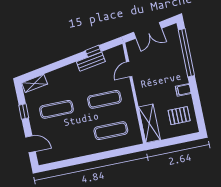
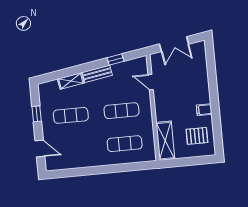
window: (186, 53) -> (212, 72), removed
bench: (91, 62) -> (97, 74), moved
door: (129, 69) -> (151, 82), hinge flipped
shelving: (35, 83) -> (71, 81), moved

